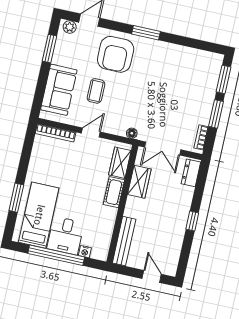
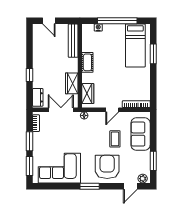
corner sofa: (183, 68) -> (59, 168), added
cot: (114, 192) -> (87, 62), moved
window: (192, 221) -> (30, 75), moved
desk: (66, 236) -> (114, 36), removed

